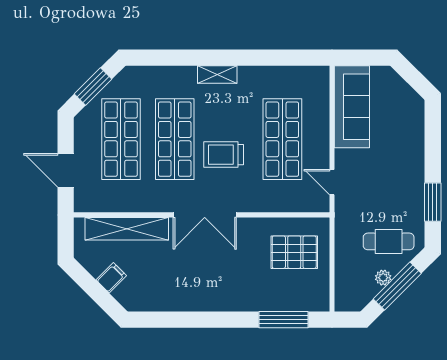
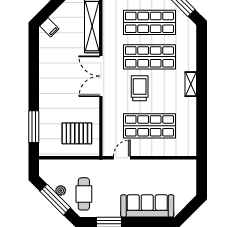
sofa: (352, 107) -> (147, 206), moved, turned 180
pallet: (294, 252) -> (77, 133), turned 90
filing cabinet: (111, 278) -> (49, 27), moved

